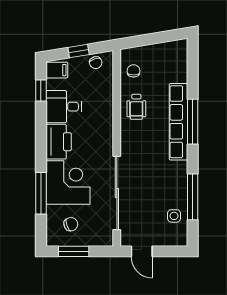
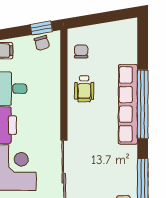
window: (79, 51) -> (41, 28), moved
window: (193, 122) -> (143, 104), width x1.46

